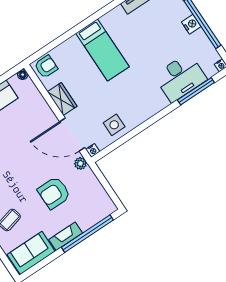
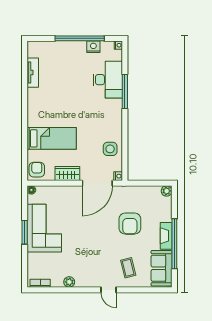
nightstand: (191, 24) -> (93, 47), moved
bed: (102, 50) -> (52, 138), moved
window: (196, 91) -> (125, 92), moved
plant: (80, 163) -> (167, 191), moved
window: (87, 234) -> (174, 244), moved

